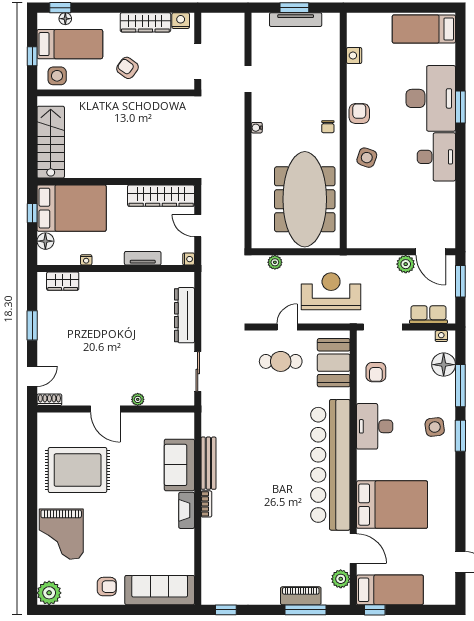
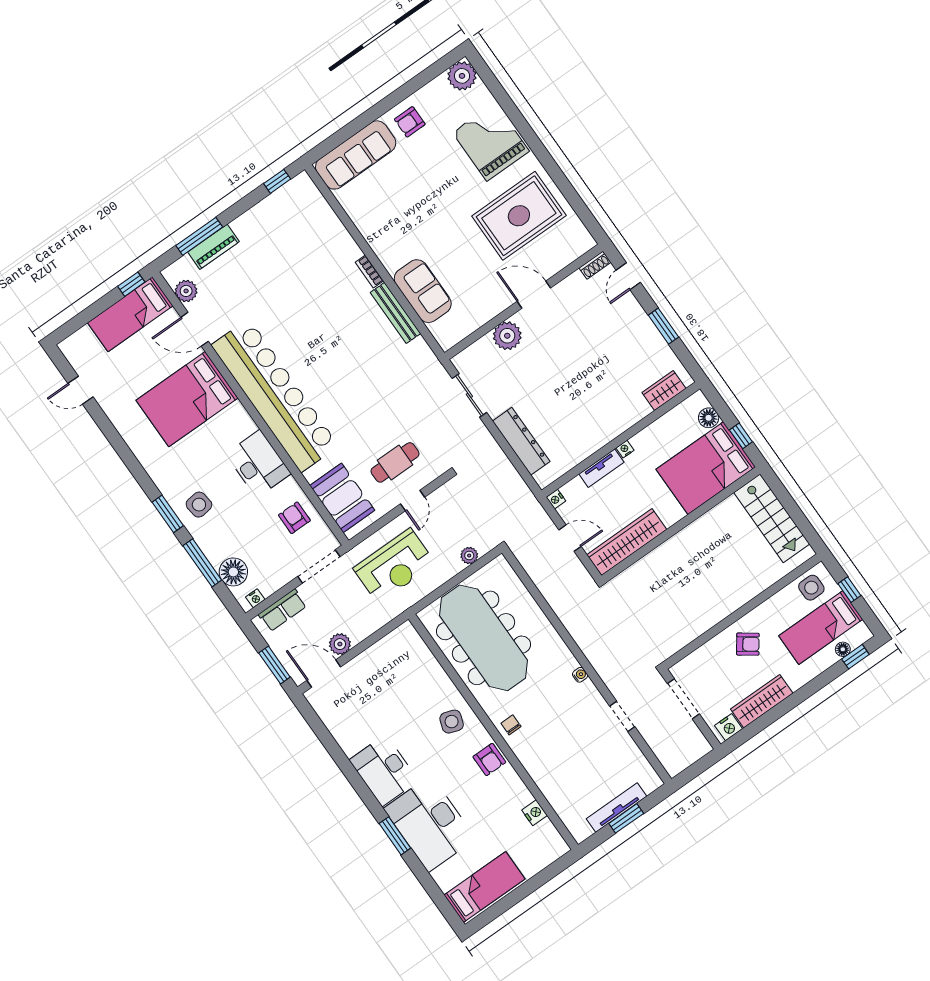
nightstand: (86, 260) -> (625, 449), moved
plant: (138, 399) -> (507, 336), width x1.88, depth x1.88
fireplace: (187, 510) -> (384, 252), removed

